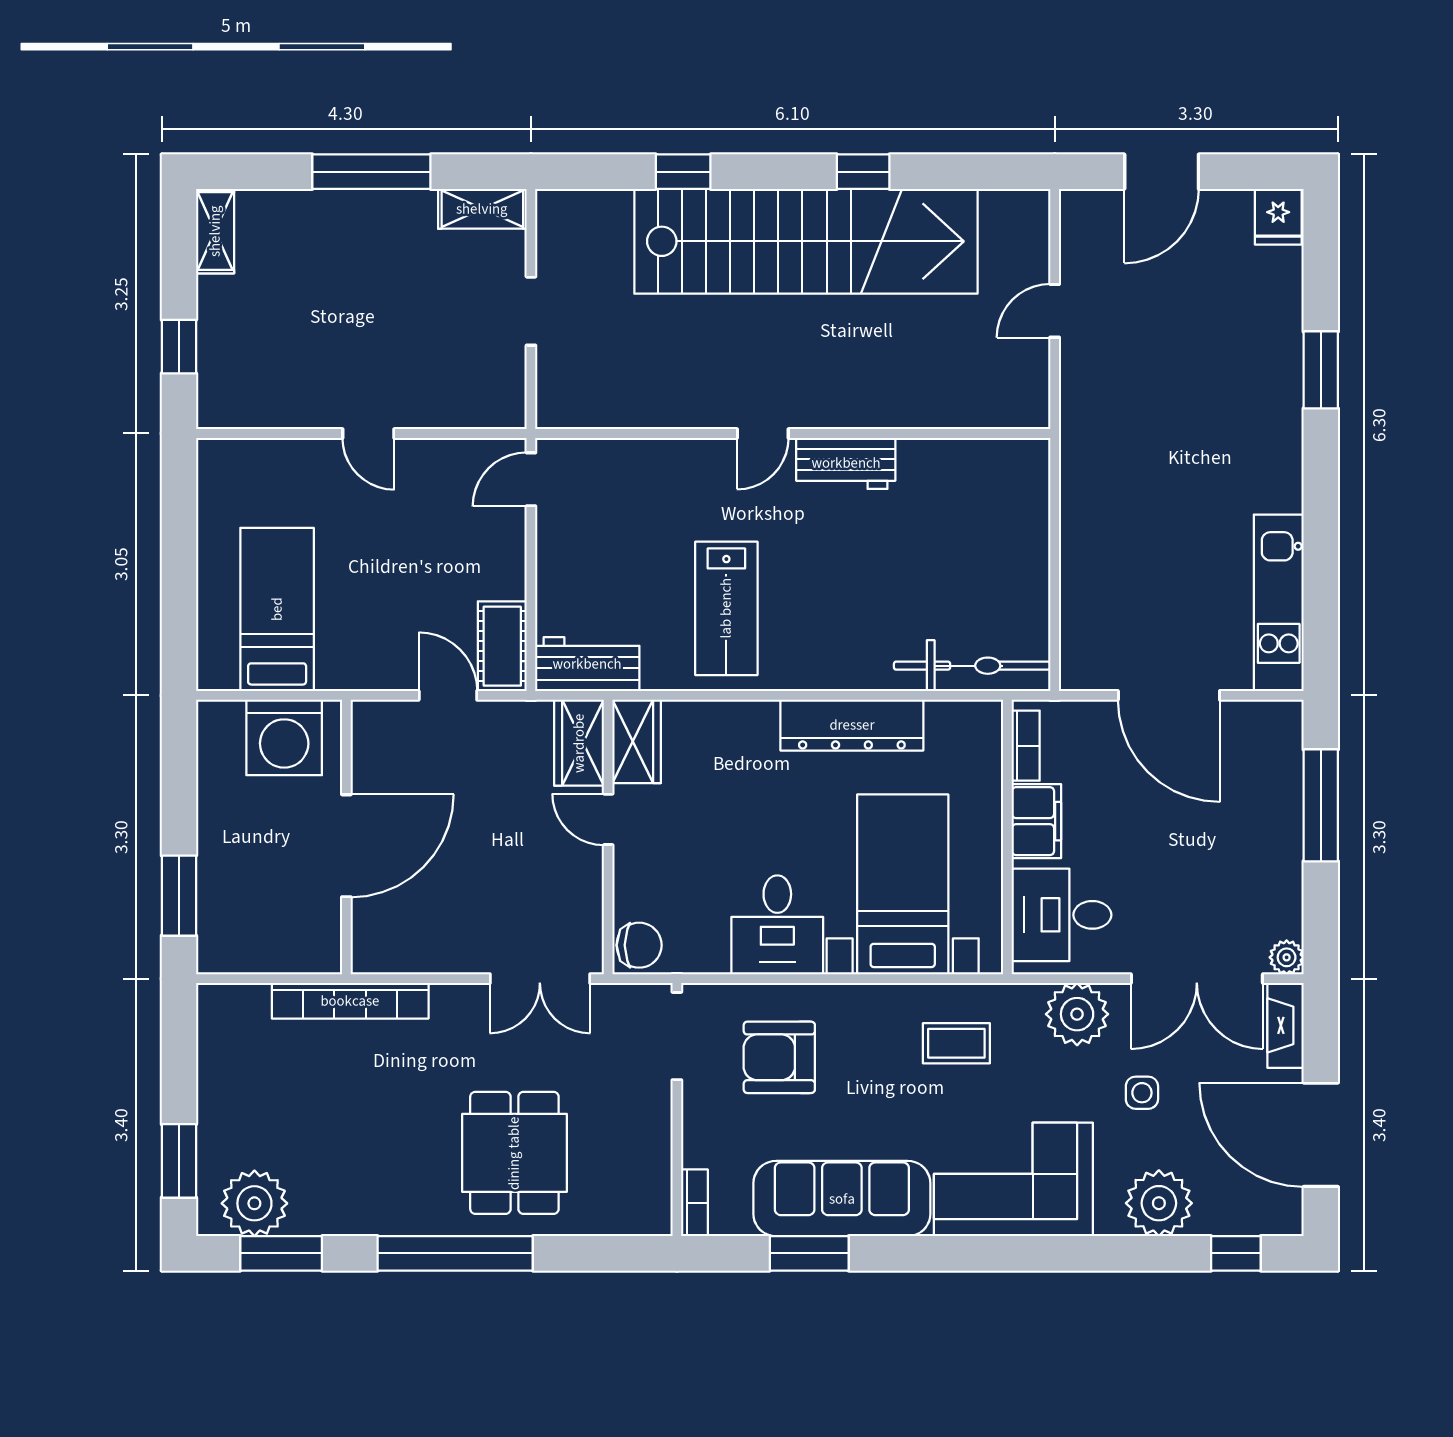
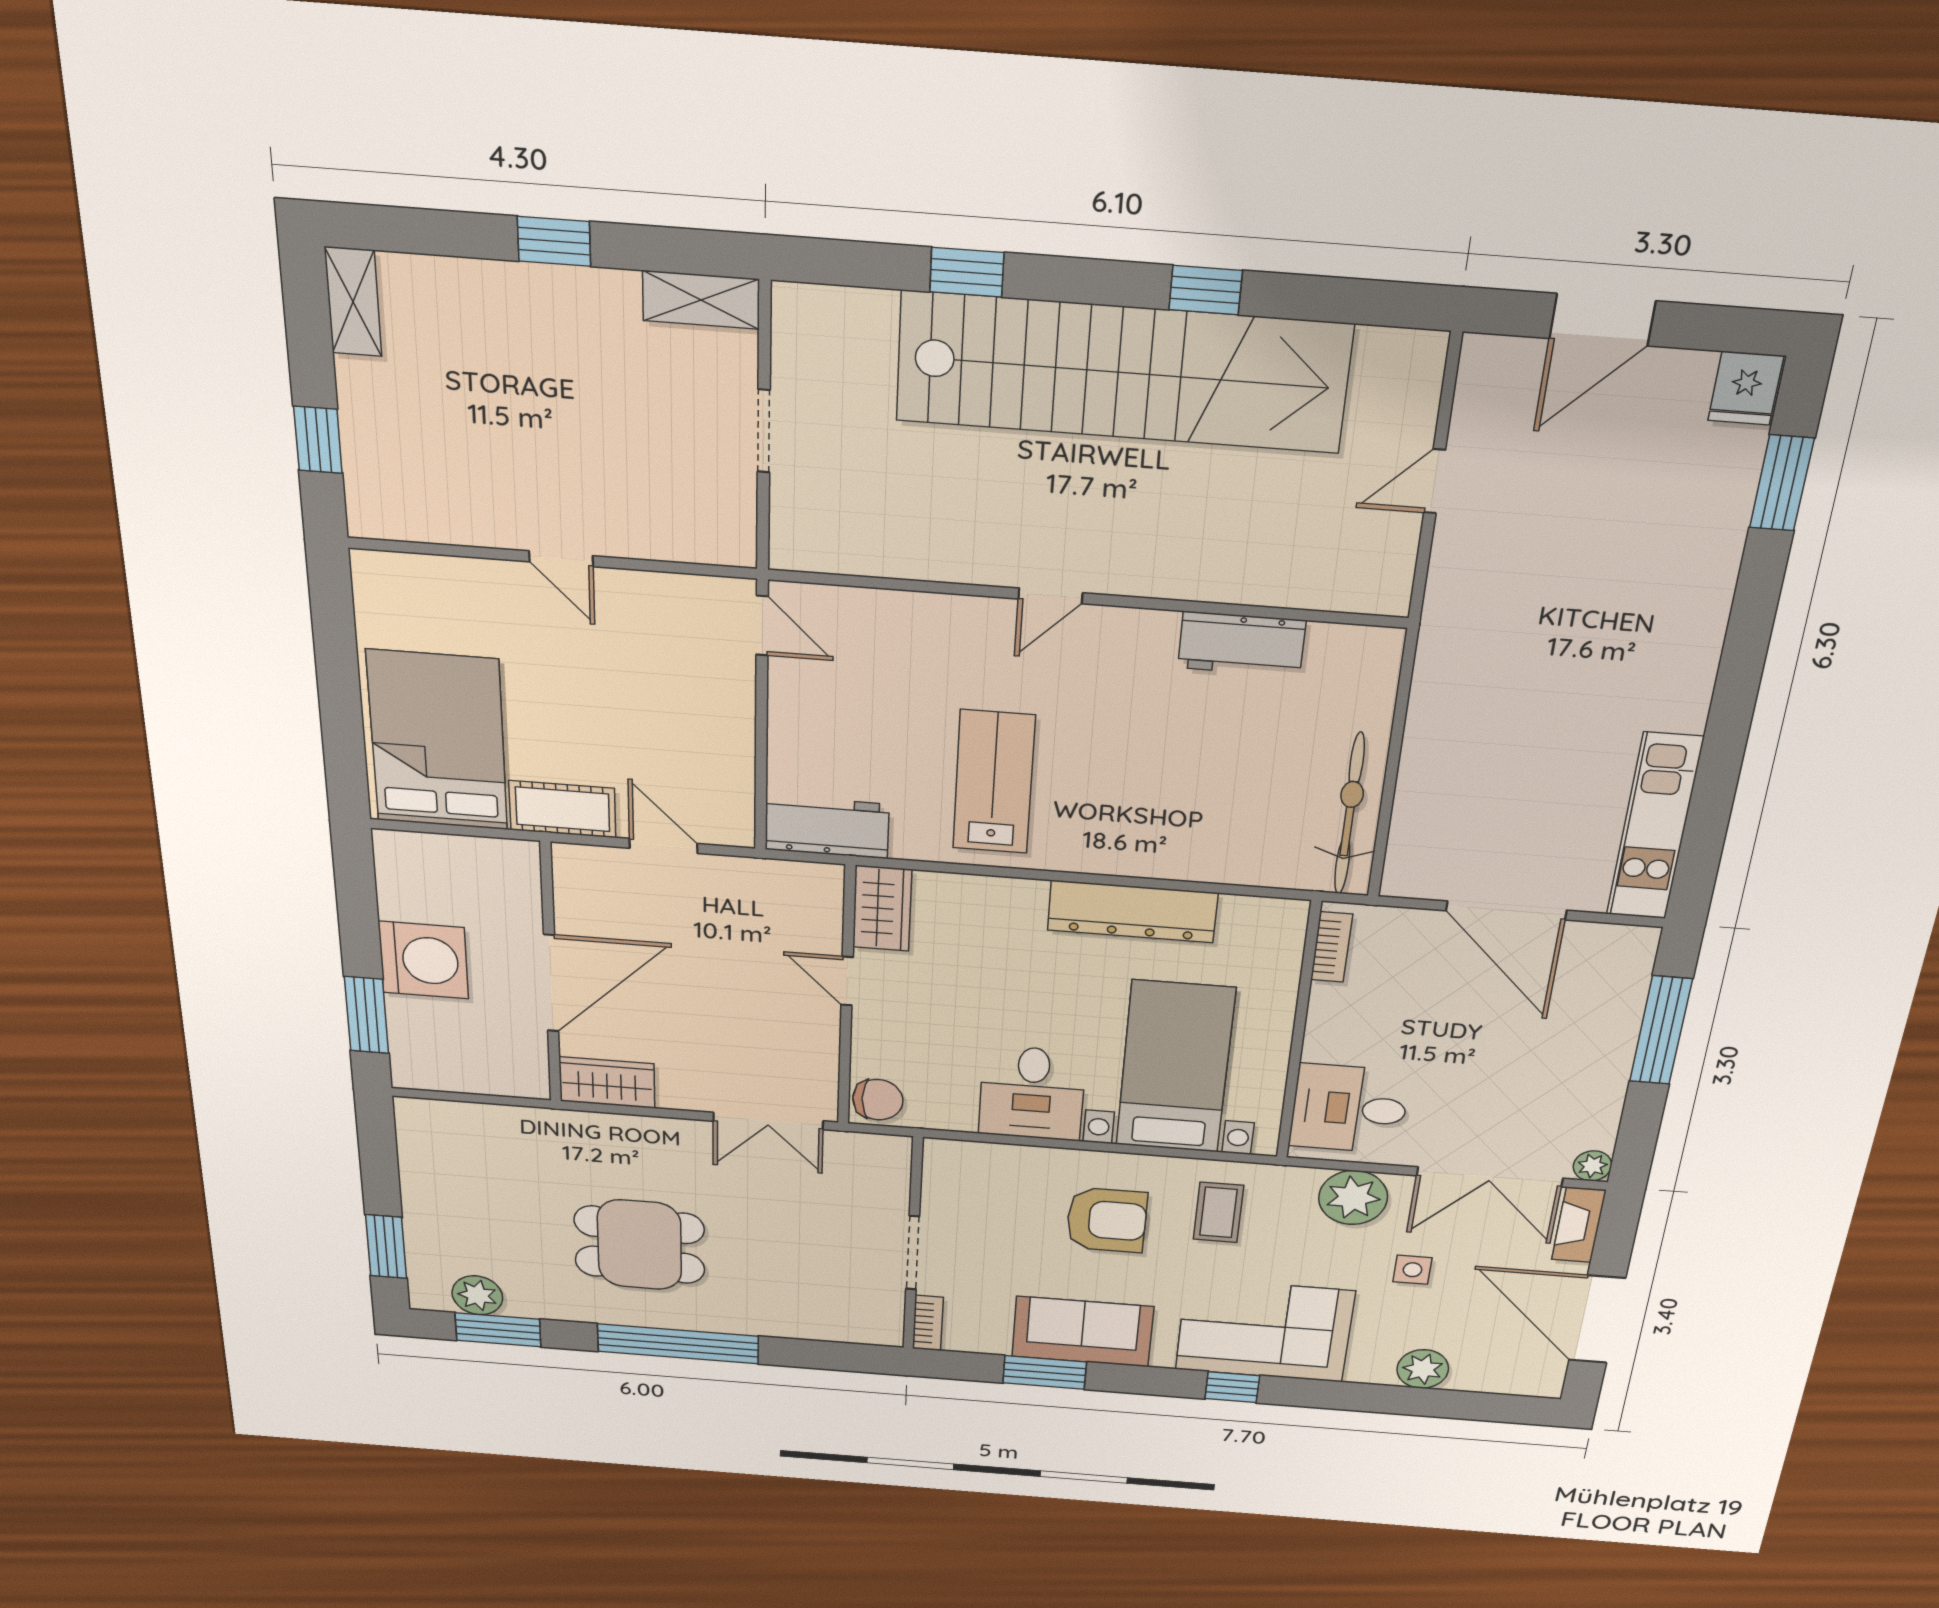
window: (371, 172) -> (554, 241), width x0.46
window: (1321, 370) -> (1782, 483), moved
workbench: (846, 463) -> (1242, 644), moved
door: (531, 479) -> (762, 625), swing flipped
lab bench: (726, 608) -> (994, 782), turned 180
bed: (277, 609) -> (437, 741), width x1.50
cot: (502, 646) -> (562, 809), moved, turned 90
bicycle: (972, 666) -> (1349, 814), moved, turned -90
washing machine: (284, 737) -> (424, 960), moved, turned -90
wardrobe: (579, 743) -> (607, 1083), moved, turned 90
filing cabinet: (1036, 821) -> (1334, 1020), removed
bookcase: (350, 1001) -> (561, 1124), removed
doorway: (677, 1036) -> (913, 1253), moved
coffee table: (956, 1043) -> (1218, 1212), turned 90
armchair: (779, 1057) -> (1107, 1220), moved, turned 180
dining table: (514, 1153) -> (640, 1245), moved, turned 90
sofa: (842, 1199) -> (1083, 1332), width x0.73
plant: (254, 1203) -> (477, 1295), width x0.73, depth x0.73
plant: (1159, 1203) -> (1423, 1369), width x0.73, depth x0.73
window: (1236, 1253) -> (1232, 1387), moved

